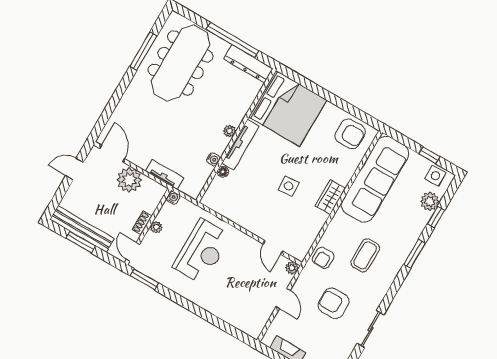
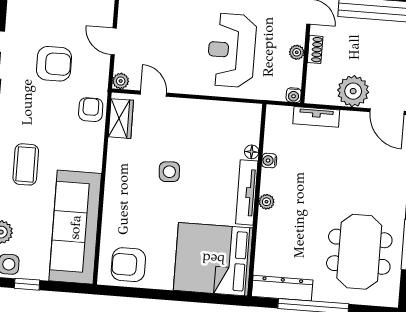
meeting table: (181, 63) -> (359, 252), width x0.73
wardrobe: (330, 197) -> (121, 119), moved
coffee table: (365, 255) -> (26, 164), moved

